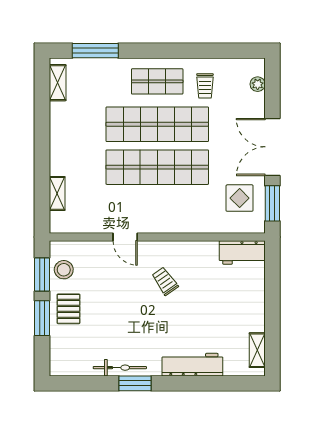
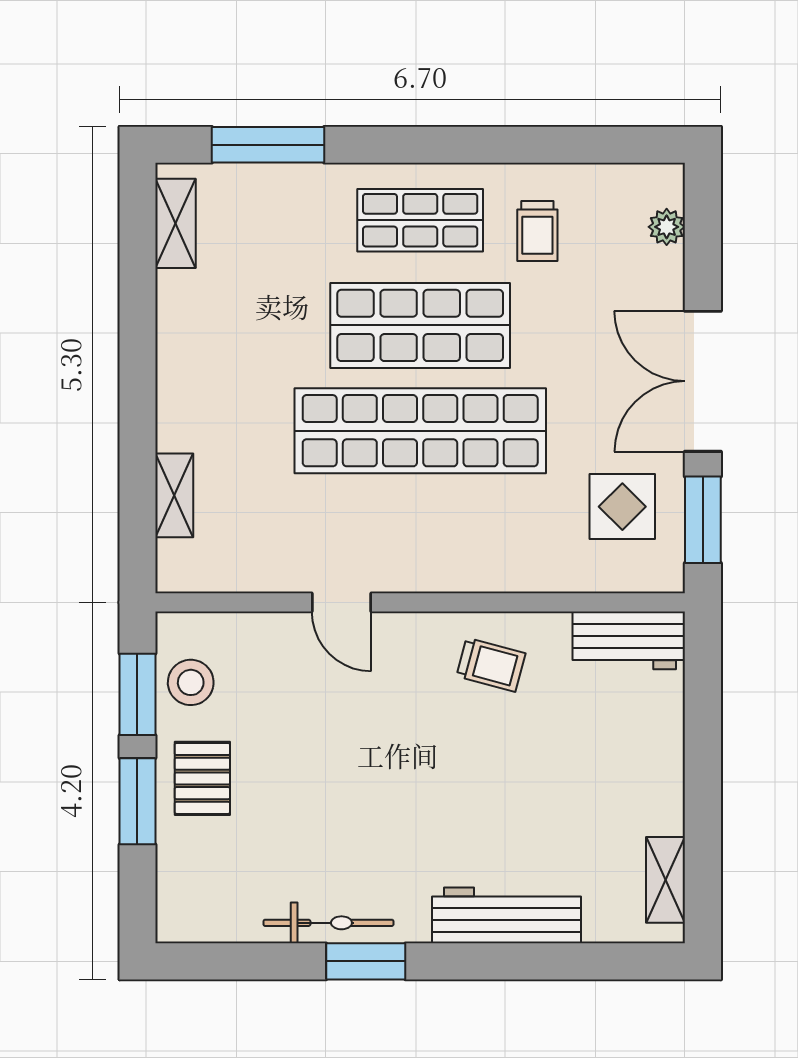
shop shelf: (157, 124) -> (420, 325), width x0.71
trolley: (165, 281) -> (491, 665), moved, turned 140

